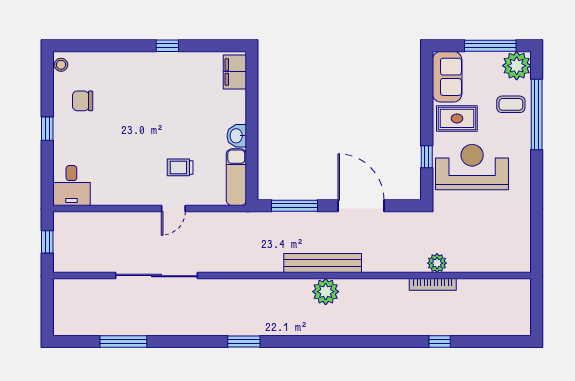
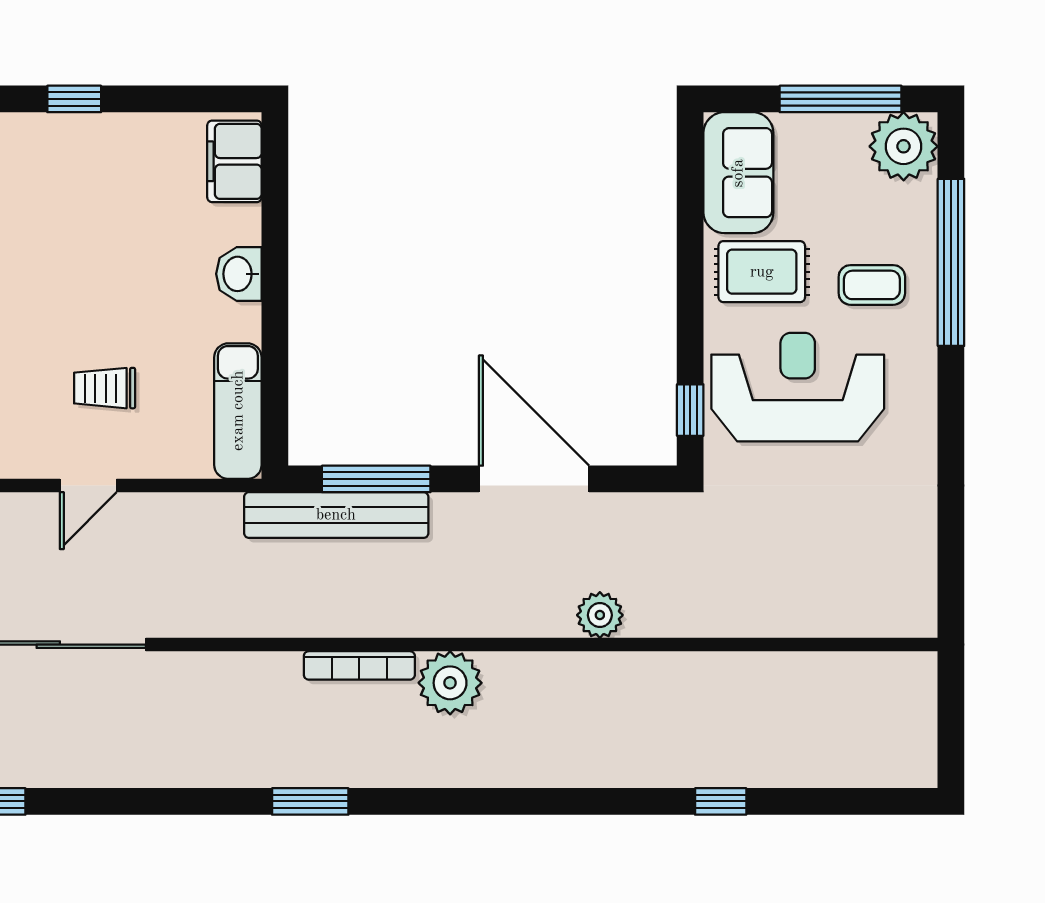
coffee table: (511, 104) -> (872, 285), moved
washbasin: (237, 136) -> (239, 274), moved
window: (427, 157) -> (690, 410), moved
bench: (323, 263) -> (336, 515), moved
plant: (437, 263) -> (600, 615), moved
bookcase: (433, 284) -> (359, 665), moved
window: (244, 342) -> (310, 801), moved

